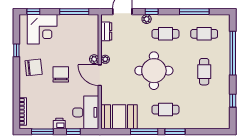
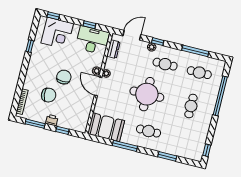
window: (74, 12) -> (89, 25), width x0.46
chair: (34, 67) -> (49, 95), moved
window: (233, 101) -> (207, 150), moved
desk: (86, 112) -> (92, 40), moved, turned -90
window: (175, 132) -> (167, 156), moved

